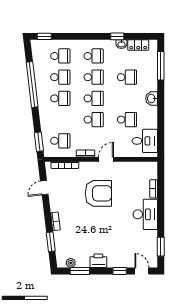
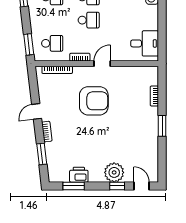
school desk: (127, 120) -> (125, 20), removed
door: (44, 188) -> (37, 111), moved
desk: (145, 214) -> (145, 124), removed
window: (161, 247) -> (162, 126), moved
printer: (98, 261) -> (79, 175), moved
plant: (71, 263) -> (114, 172), moved, width x1.88, depth x1.88

